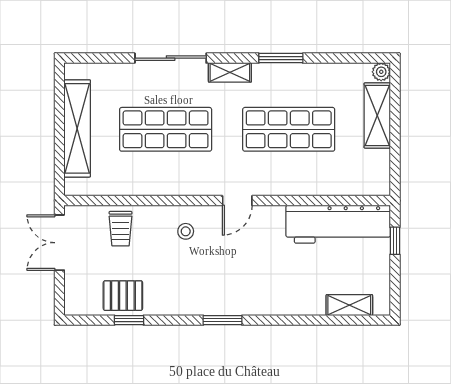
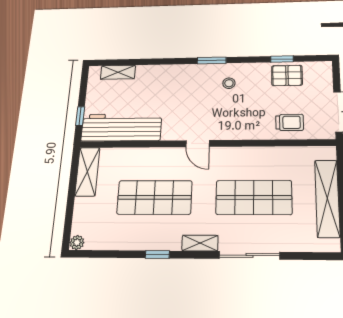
window: (281, 58) -> (157, 254), width x0.67
shelving: (377, 115) -> (87, 172), moved
door: (237, 201) -> (198, 144), swing flipped
trolley: (121, 229) -> (290, 122), turned 90
stool: (186, 231) -> (229, 83), moved

